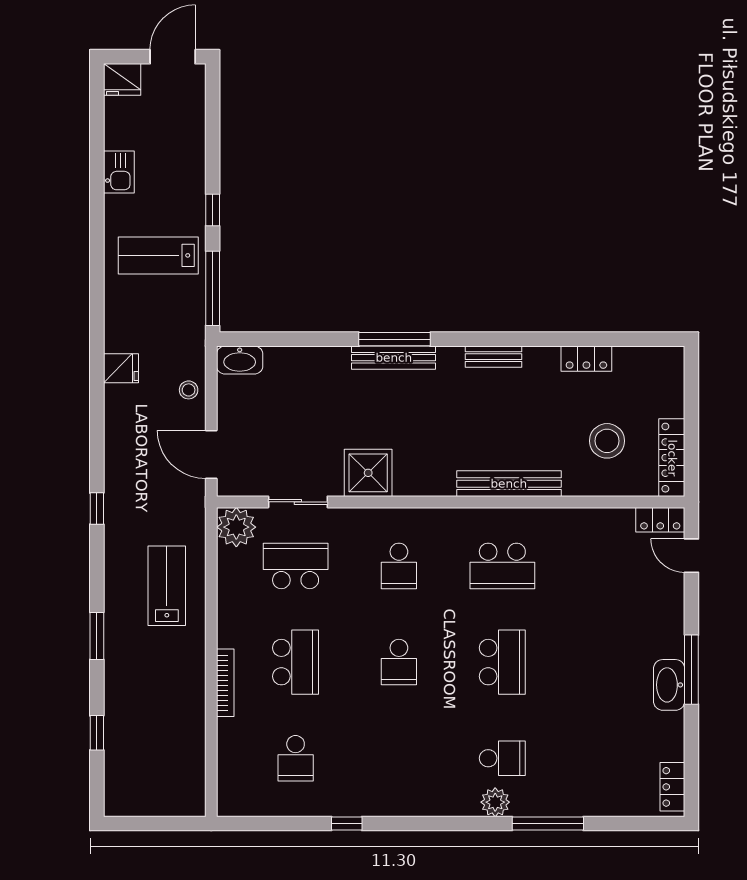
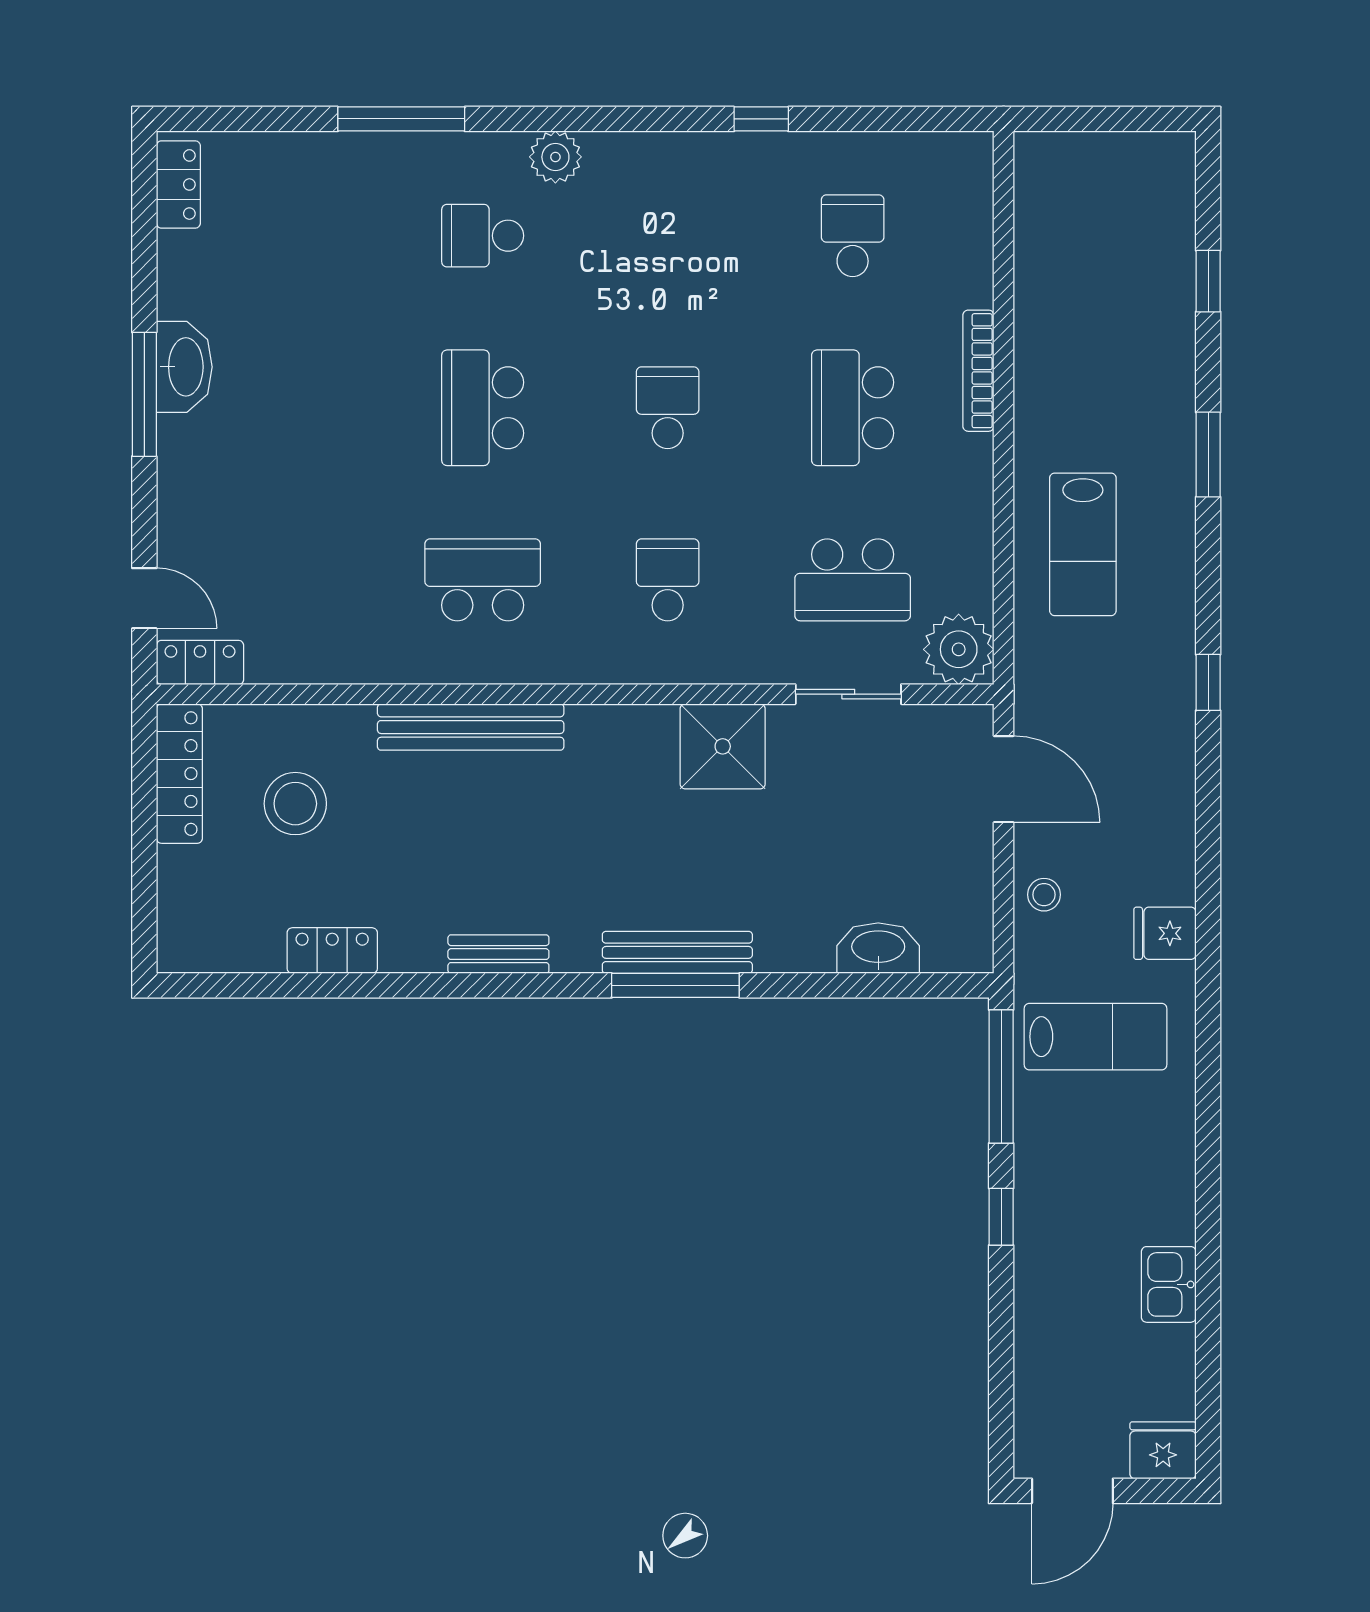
lab bench: (158, 255) -> (1096, 1037), moved
washbasin: (240, 360) -> (878, 948), moved
plant: (495, 802) -> (555, 157), moved

